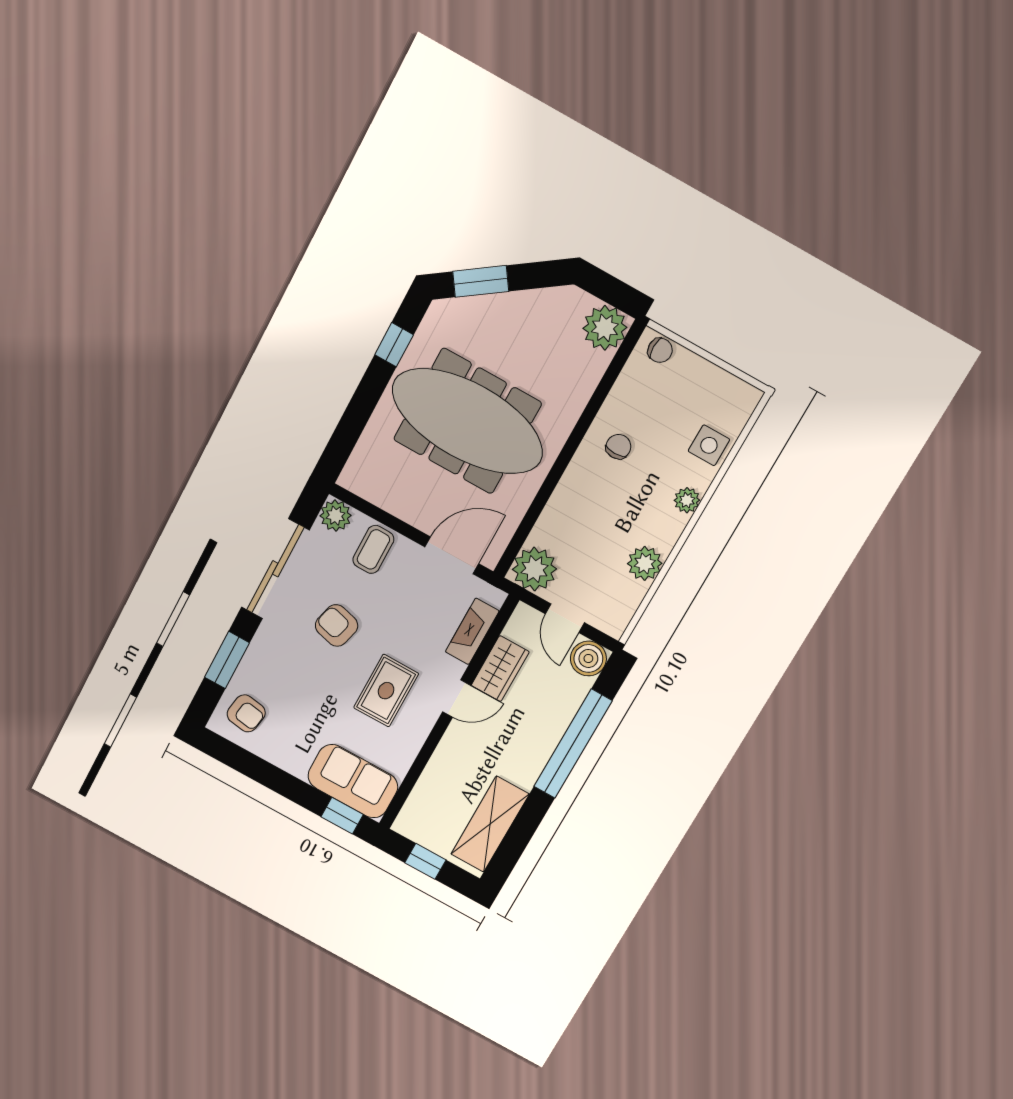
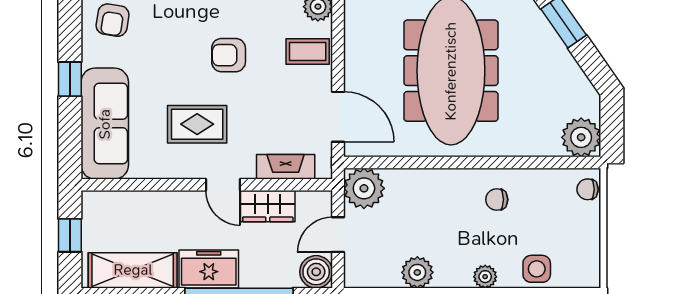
chair: (660, 350) -> (588, 189), turned 90
chair: (618, 447) -> (497, 200), turned 180
armchair: (337, 625) -> (229, 55), turned -105
freezer: (528, 755) -> (209, 269), added
sofa: (353, 781) -> (105, 124), width x1.36
window: (342, 816) -> (70, 79), moved

